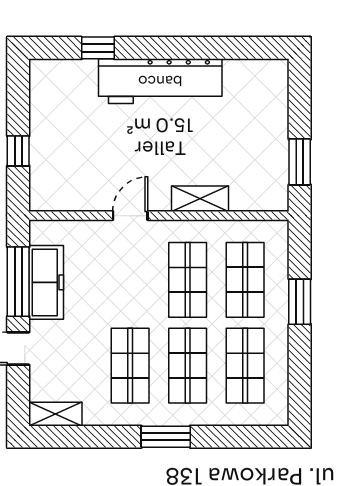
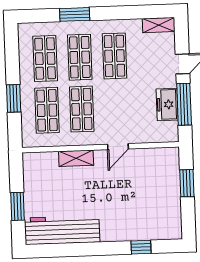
workbench: (160, 81) -> (62, 230), moved
window: (18, 151) -> (187, 183), width x1.50
window: (300, 162) -> (18, 206), moved
freezer: (46, 282) -> (167, 104), width x0.71
window: (166, 437) -> (75, 14), moved

